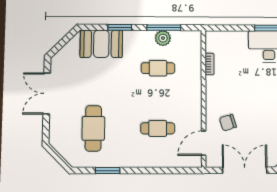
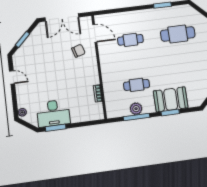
booth: (101, 44) -> (171, 99), moved
cafe table: (93, 128) -> (178, 34), turned 90
door: (204, 143) -> (95, 33), hinge flipped

